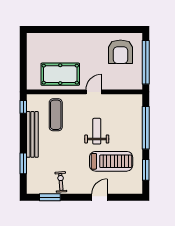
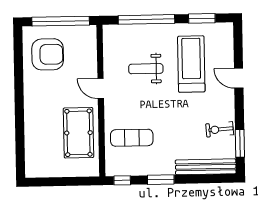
weight bench: (97, 131) -> (146, 69), moved
bench: (32, 134) -> (206, 167), moved
window: (23, 163) -> (161, 180), moved

